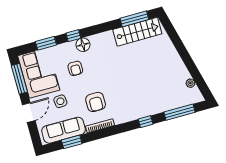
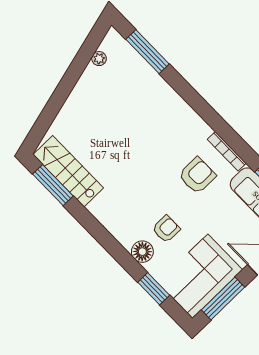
window: (73, 36) -> (122, 256), removed
floor lamp: (83, 45) -> (142, 252), moved
side table: (60, 101) -> (223, 225), removed
window: (146, 122) -> (186, 91), removed

